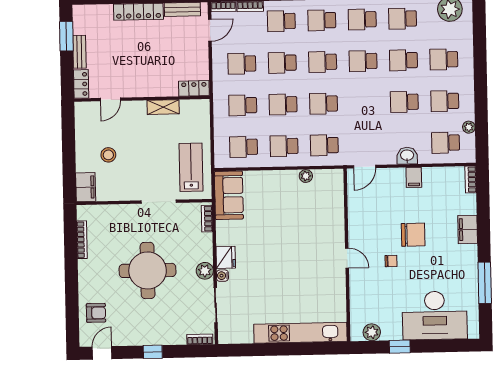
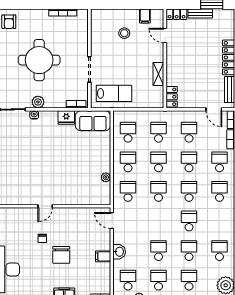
school desk: (362, 19) -> (219, 221), removed
filing cabinet: (86, 187) -> (145, 16), moved, width x0.50
fridge: (226, 257) -> (66, 117), moved

